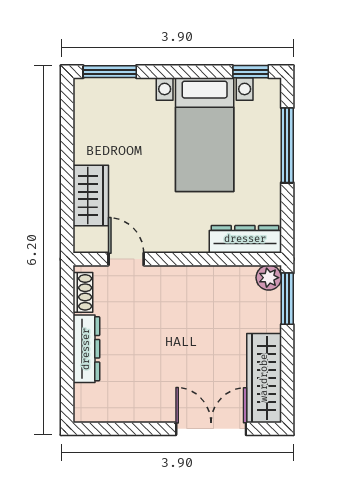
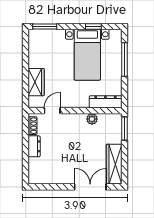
window: (251, 72) -> (93, 26), moved
door: (126, 259) -> (52, 111), hinge flipped
plant: (269, 278) -> (92, 119), moved
dresser: (86, 349) -> (34, 146), width x0.70

